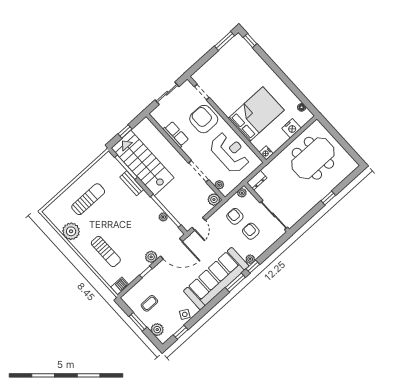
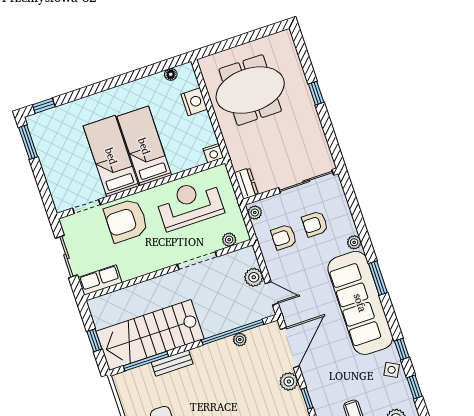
bed: (238, 93) -> (111, 156), added
bed: (256, 114) -> (144, 146), width x0.67
row of seats: (176, 134) -> (100, 280), moved
meeting table: (313, 158) -> (250, 90), turned 90
plant: (214, 200) -> (254, 277), moved
window: (253, 267) -> (402, 349), moved

